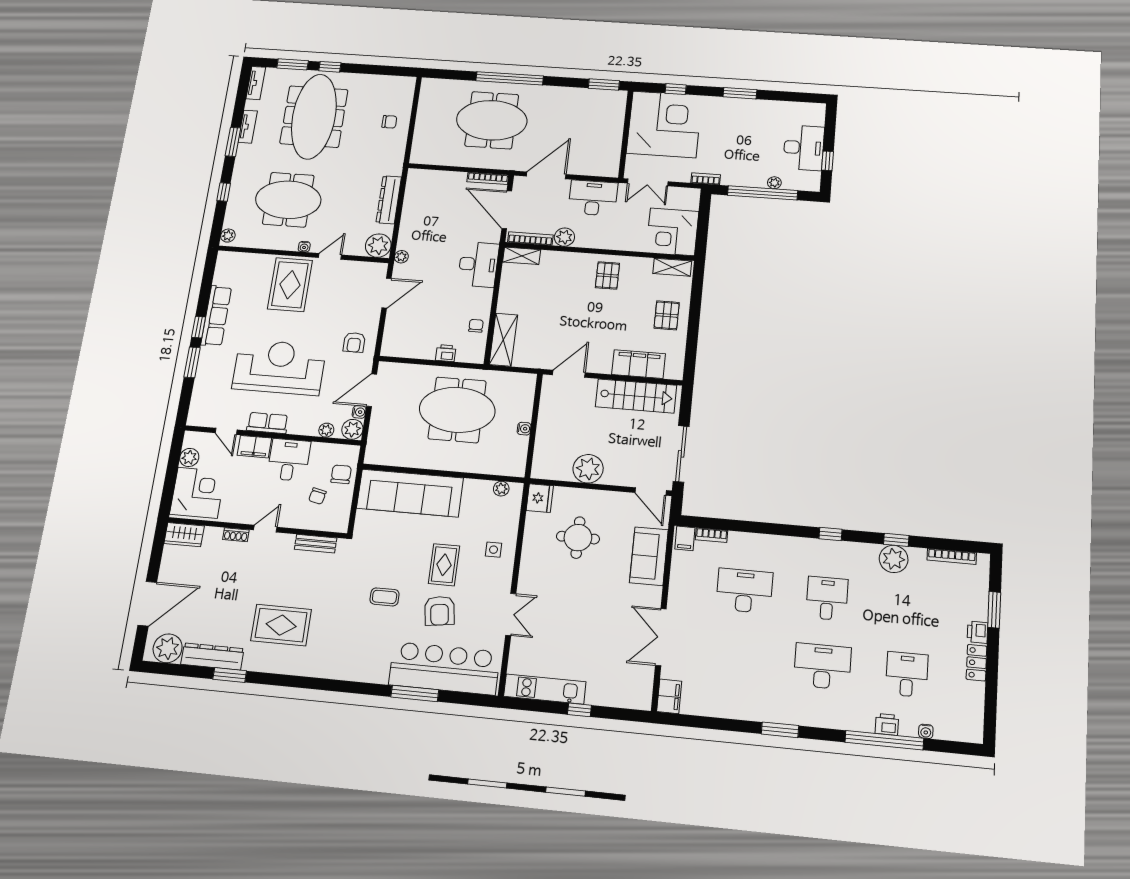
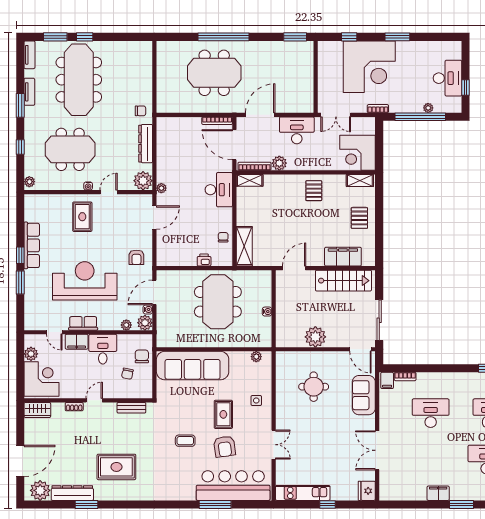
chair: (389, 122) -> (140, 111), moved
corner desk: (664, 124) -> (369, 67), moved, turned 90
rug: (290, 285) -> (82, 217), width x0.73, depth x0.70
meeting table: (457, 410) -> (218, 302), turned 90
fridge: (540, 498) -> (367, 491), moved, turned 180
filing cabinet: (669, 696) -> (438, 493), moved, turned -90

